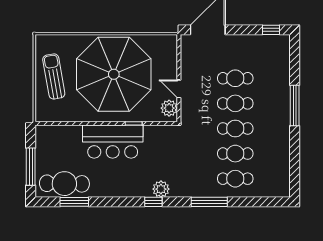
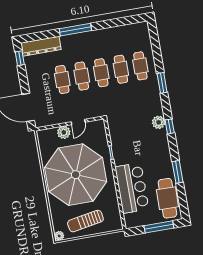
plant: (41, 40) -> (59, 236), added
dresser: (281, 59) -> (41, 46), added
plant: (169, 108) -> (64, 132), moved
bar counter: (113, 142) -> (132, 188), moved
window: (74, 202) -> (178, 172), moved
window: (209, 202) -> (162, 83), width x0.69

